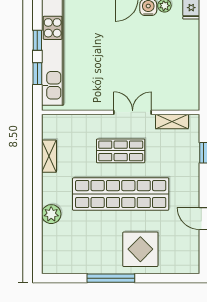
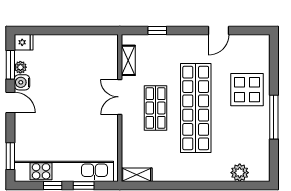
shelving: (49, 156) -> (137, 175), moved
plant: (51, 214) -> (240, 173), moved

